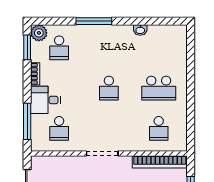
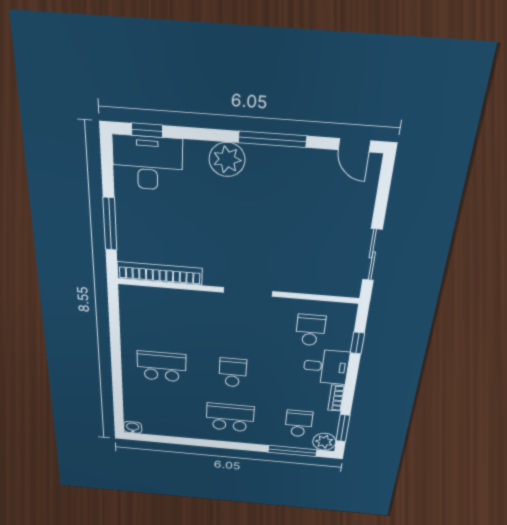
window: (94, 21) -> (292, 451), moved
washbasin: (140, 30) -> (133, 427), moved
window: (27, 121) -> (357, 343), width x0.46
school desk: (159, 128) -> (230, 417), moved, width x1.85

